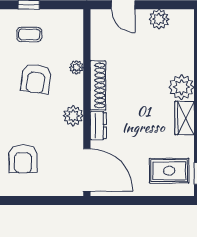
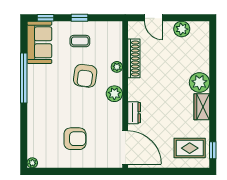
shoe rack: (98, 85) -> (134, 58), moved
plant: (73, 116) -> (114, 94), moved
armchair: (23, 159) -> (75, 139), turned -90

